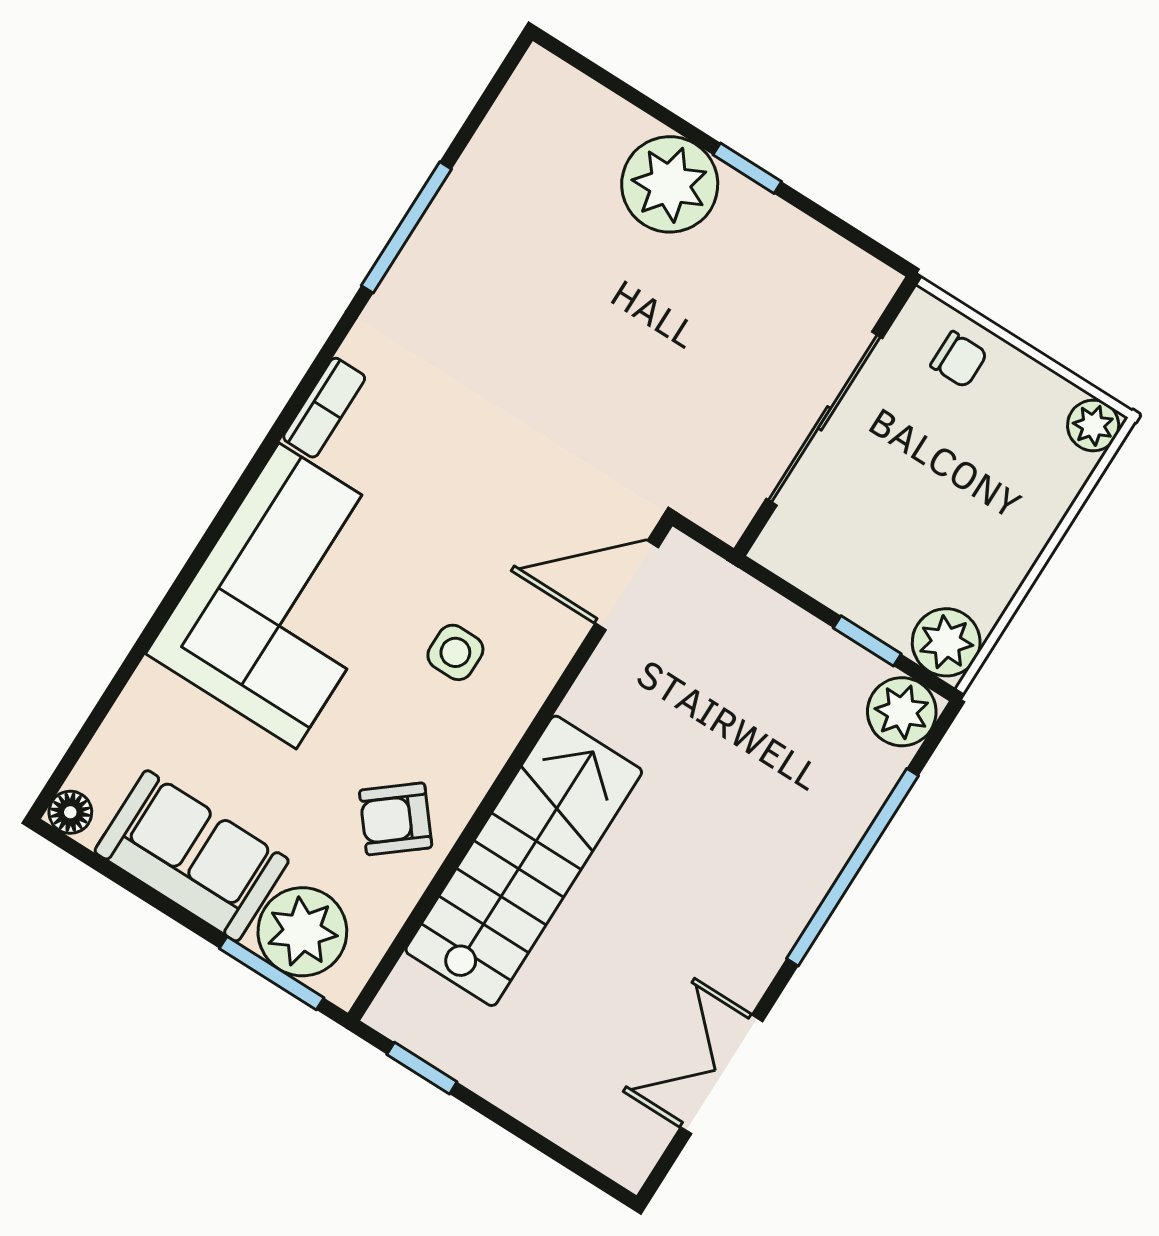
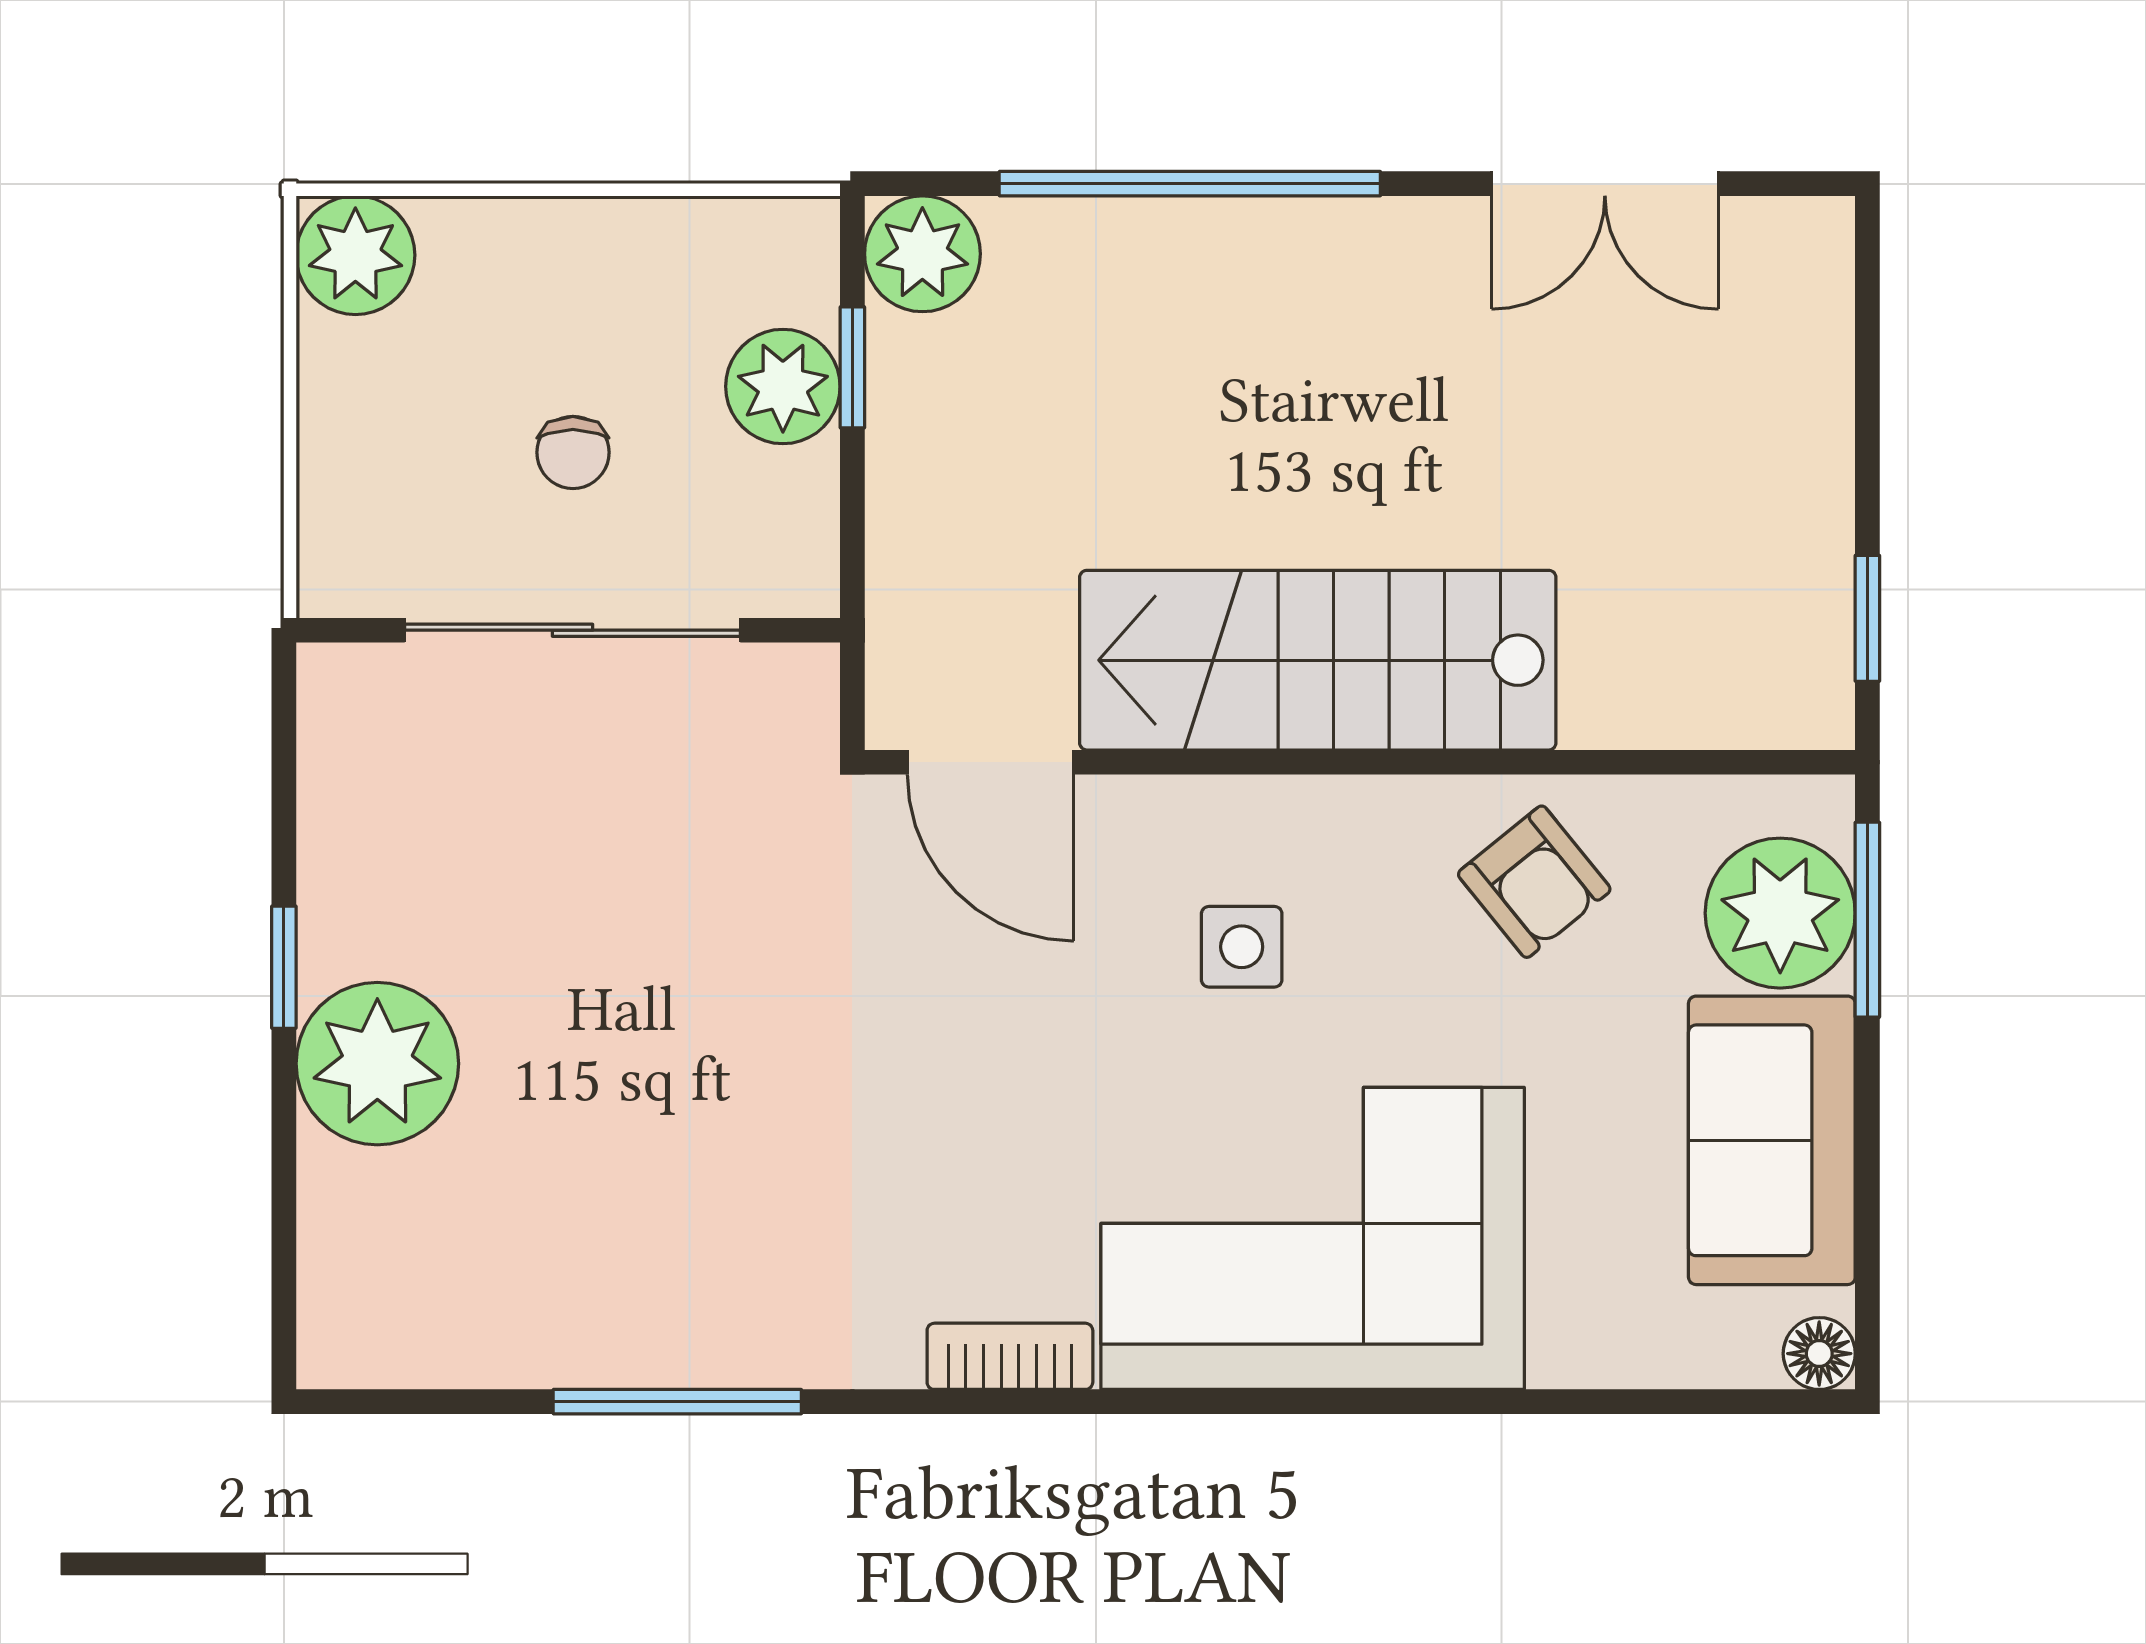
chair: (959, 359) -> (573, 452), moved, turned 180
plant: (1093, 425) -> (355, 255), width x1.38, depth x1.38
plant: (946, 642) -> (783, 386), moved
stairs: (524, 861) -> (1318, 660), moved

